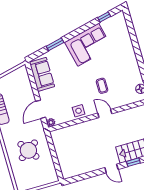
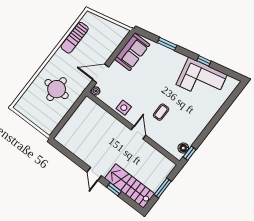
window: (104, 17) -> (204, 61), moved
corner sofa: (88, 45) -> (202, 80), moved
round table: (28, 150) -> (57, 89), turned 35

